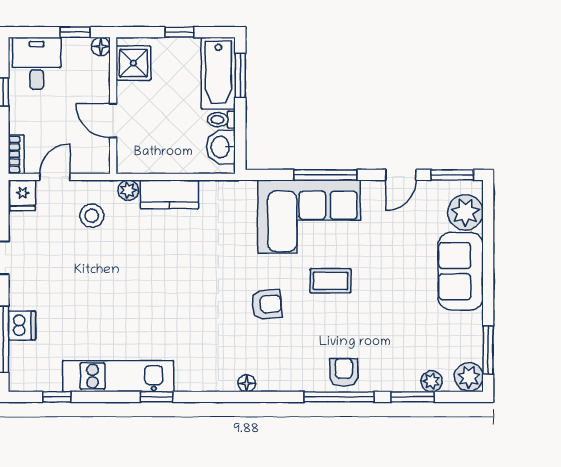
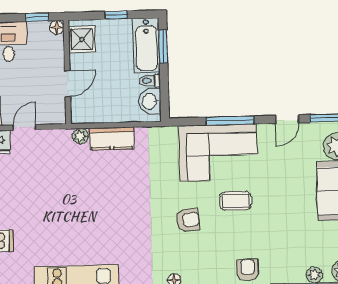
door: (113, 121) -> (68, 84), swing flipped
stool: (92, 216) -> (53, 156), removed

